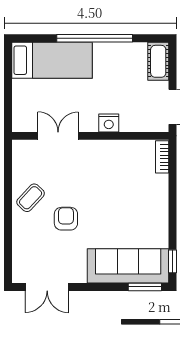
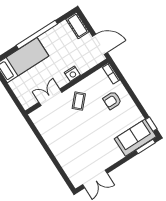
coffee table: (31, 198) -> (79, 101), moved
armchair: (66, 219) -> (112, 100), moved, turned -90
sofa: (128, 266) -> (135, 138), width x0.73

